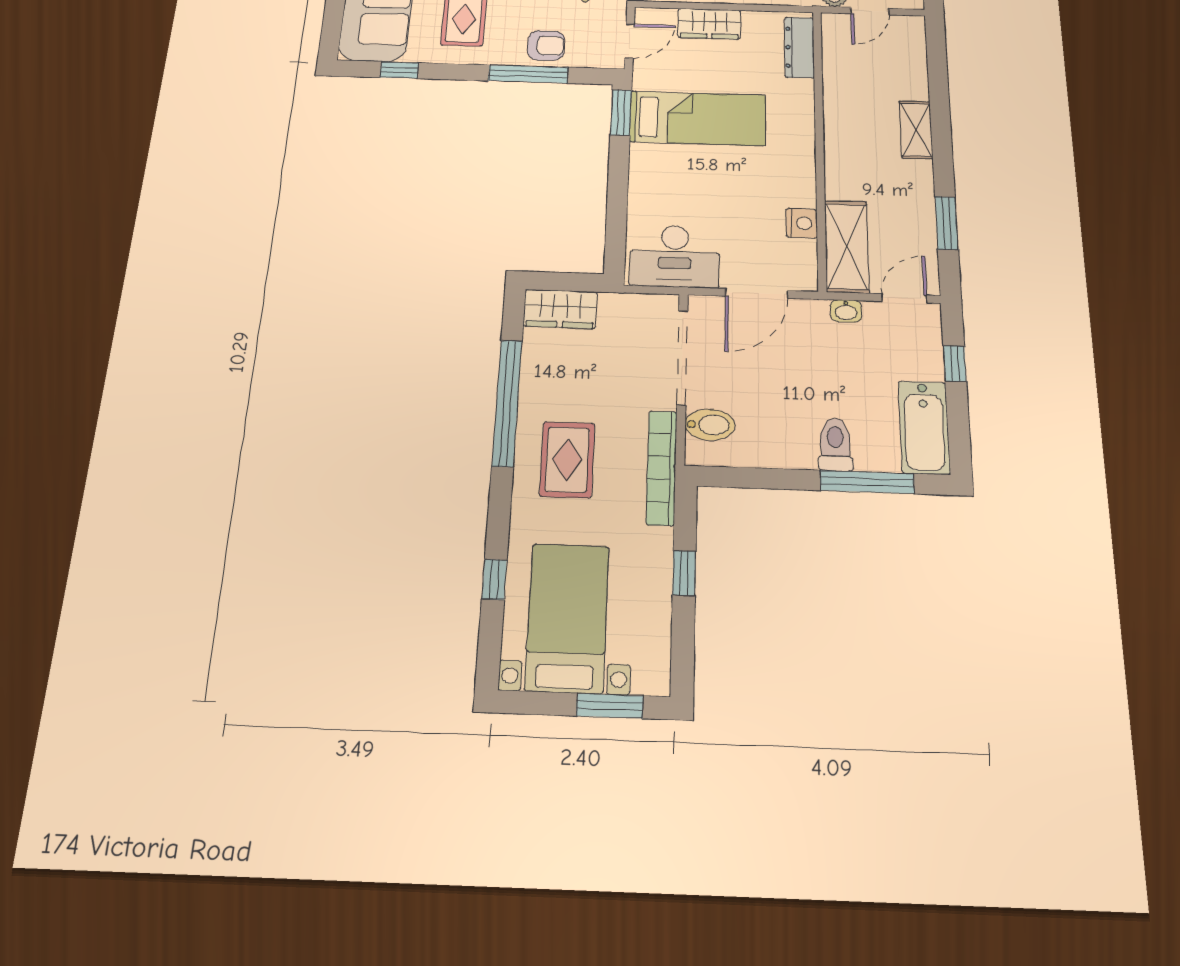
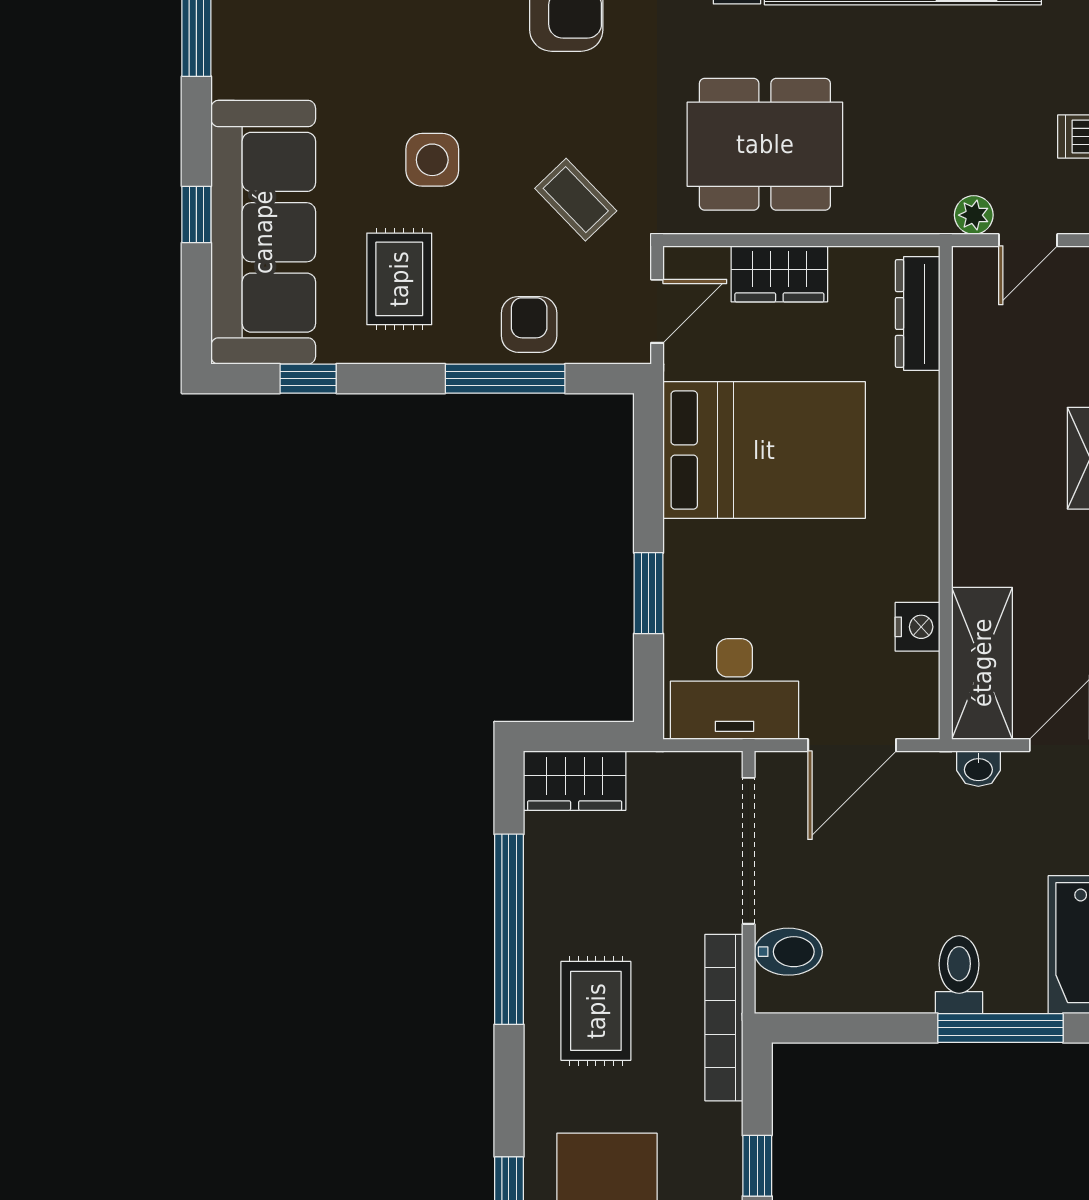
armchair: (546, 46) -> (529, 324), turned -90
window: (621, 112) -> (648, 593), moved
bed: (698, 118) -> (764, 450), width x1.50

